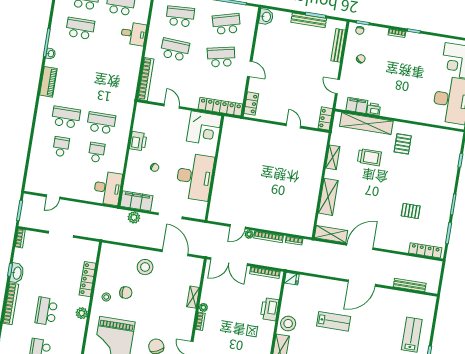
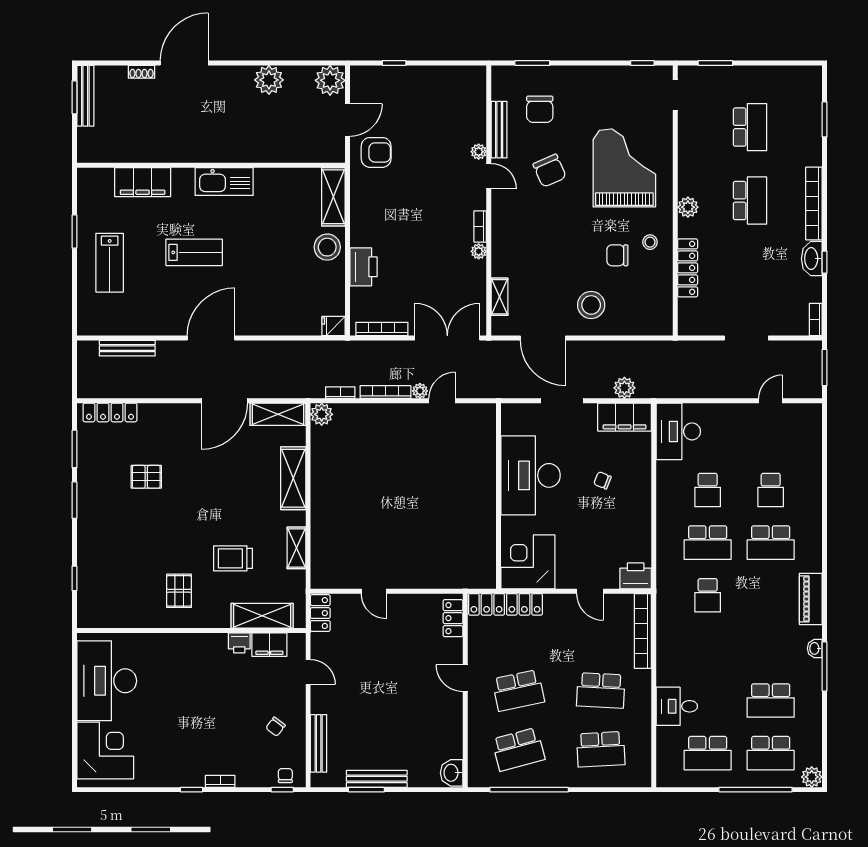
school desk: (106, 93) -> (708, 595), added
shelving: (366, 124) -> (262, 616), width x0.68
printer: (138, 141) -> (636, 576), moved, turned 90
plant: (306, 230) -> (322, 414), added
shelving: (193, 297) -> (499, 297), moved
lab bench: (334, 321) -> (194, 252), moved, turned 180

